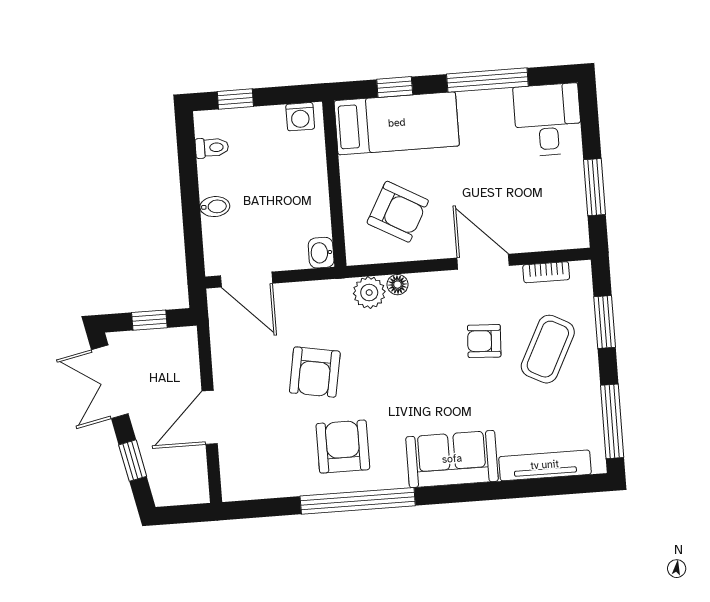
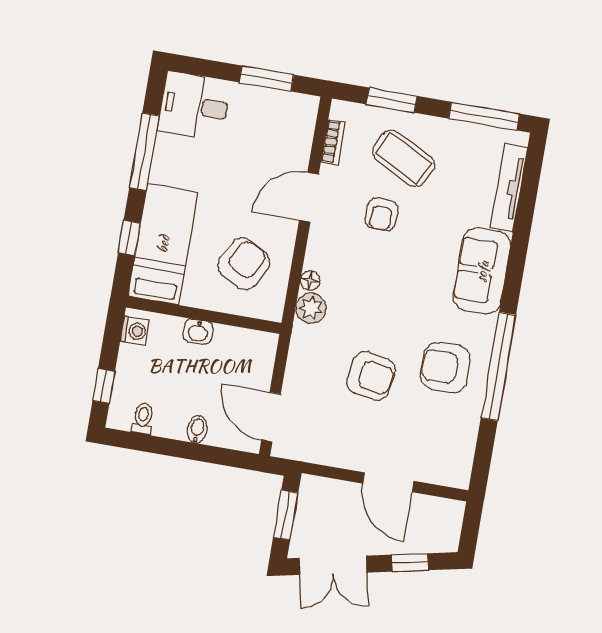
washbasin: (321, 253) -> (198, 332), moved
door: (247, 280) -> (271, 417), swing flipped
window: (149, 320) -> (286, 515), width x1.50

